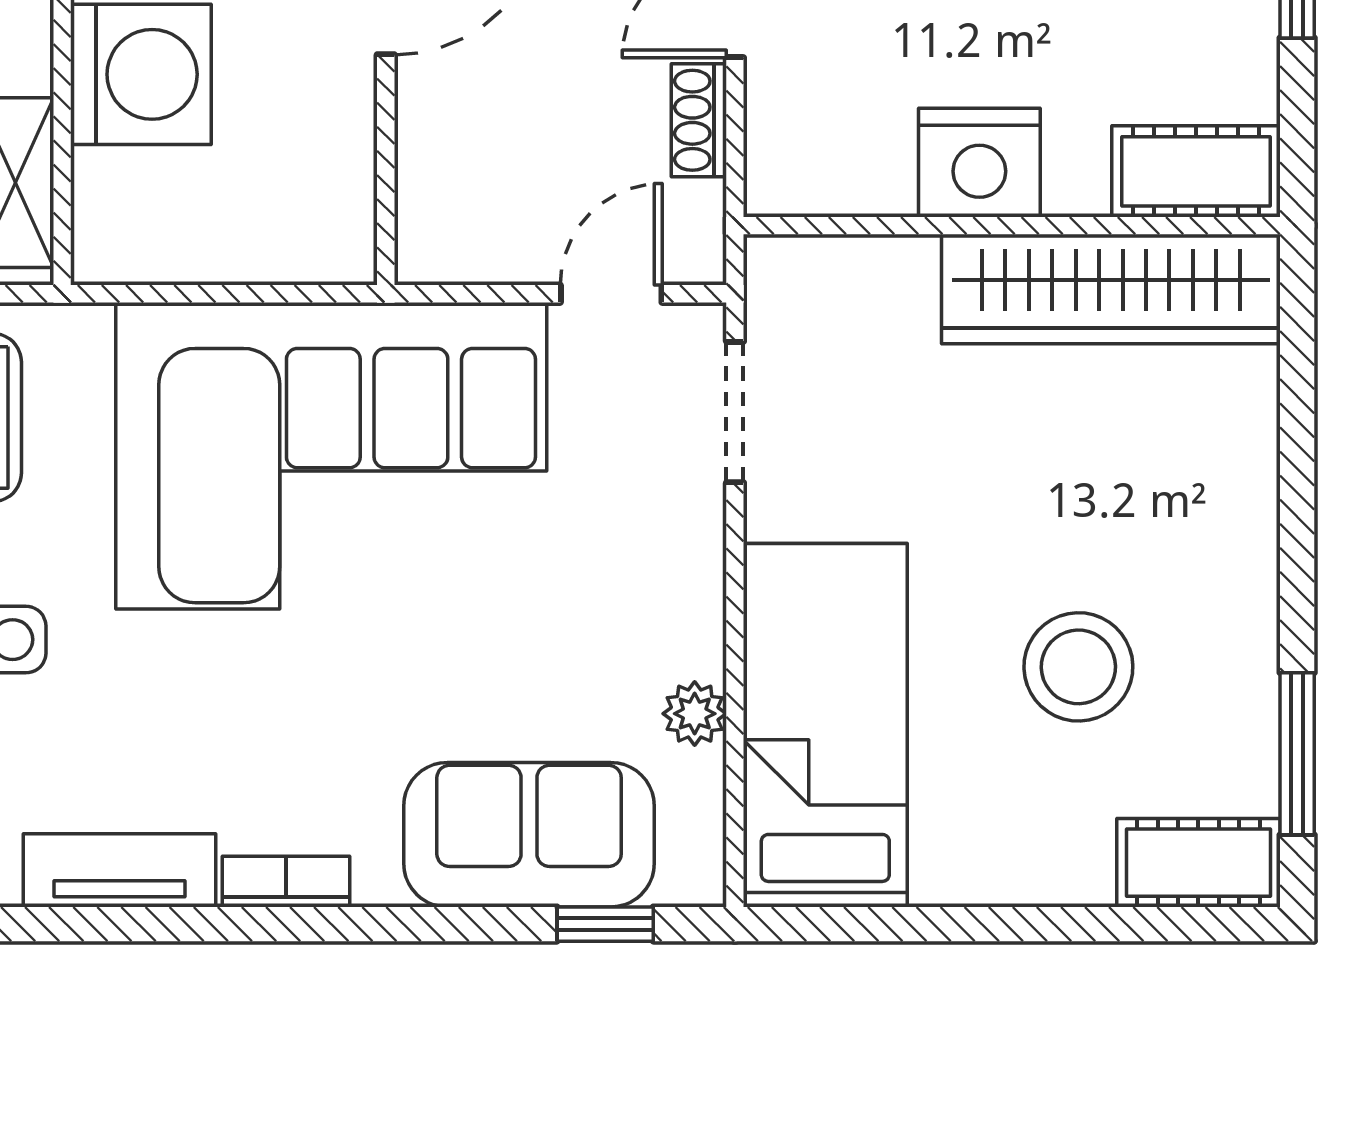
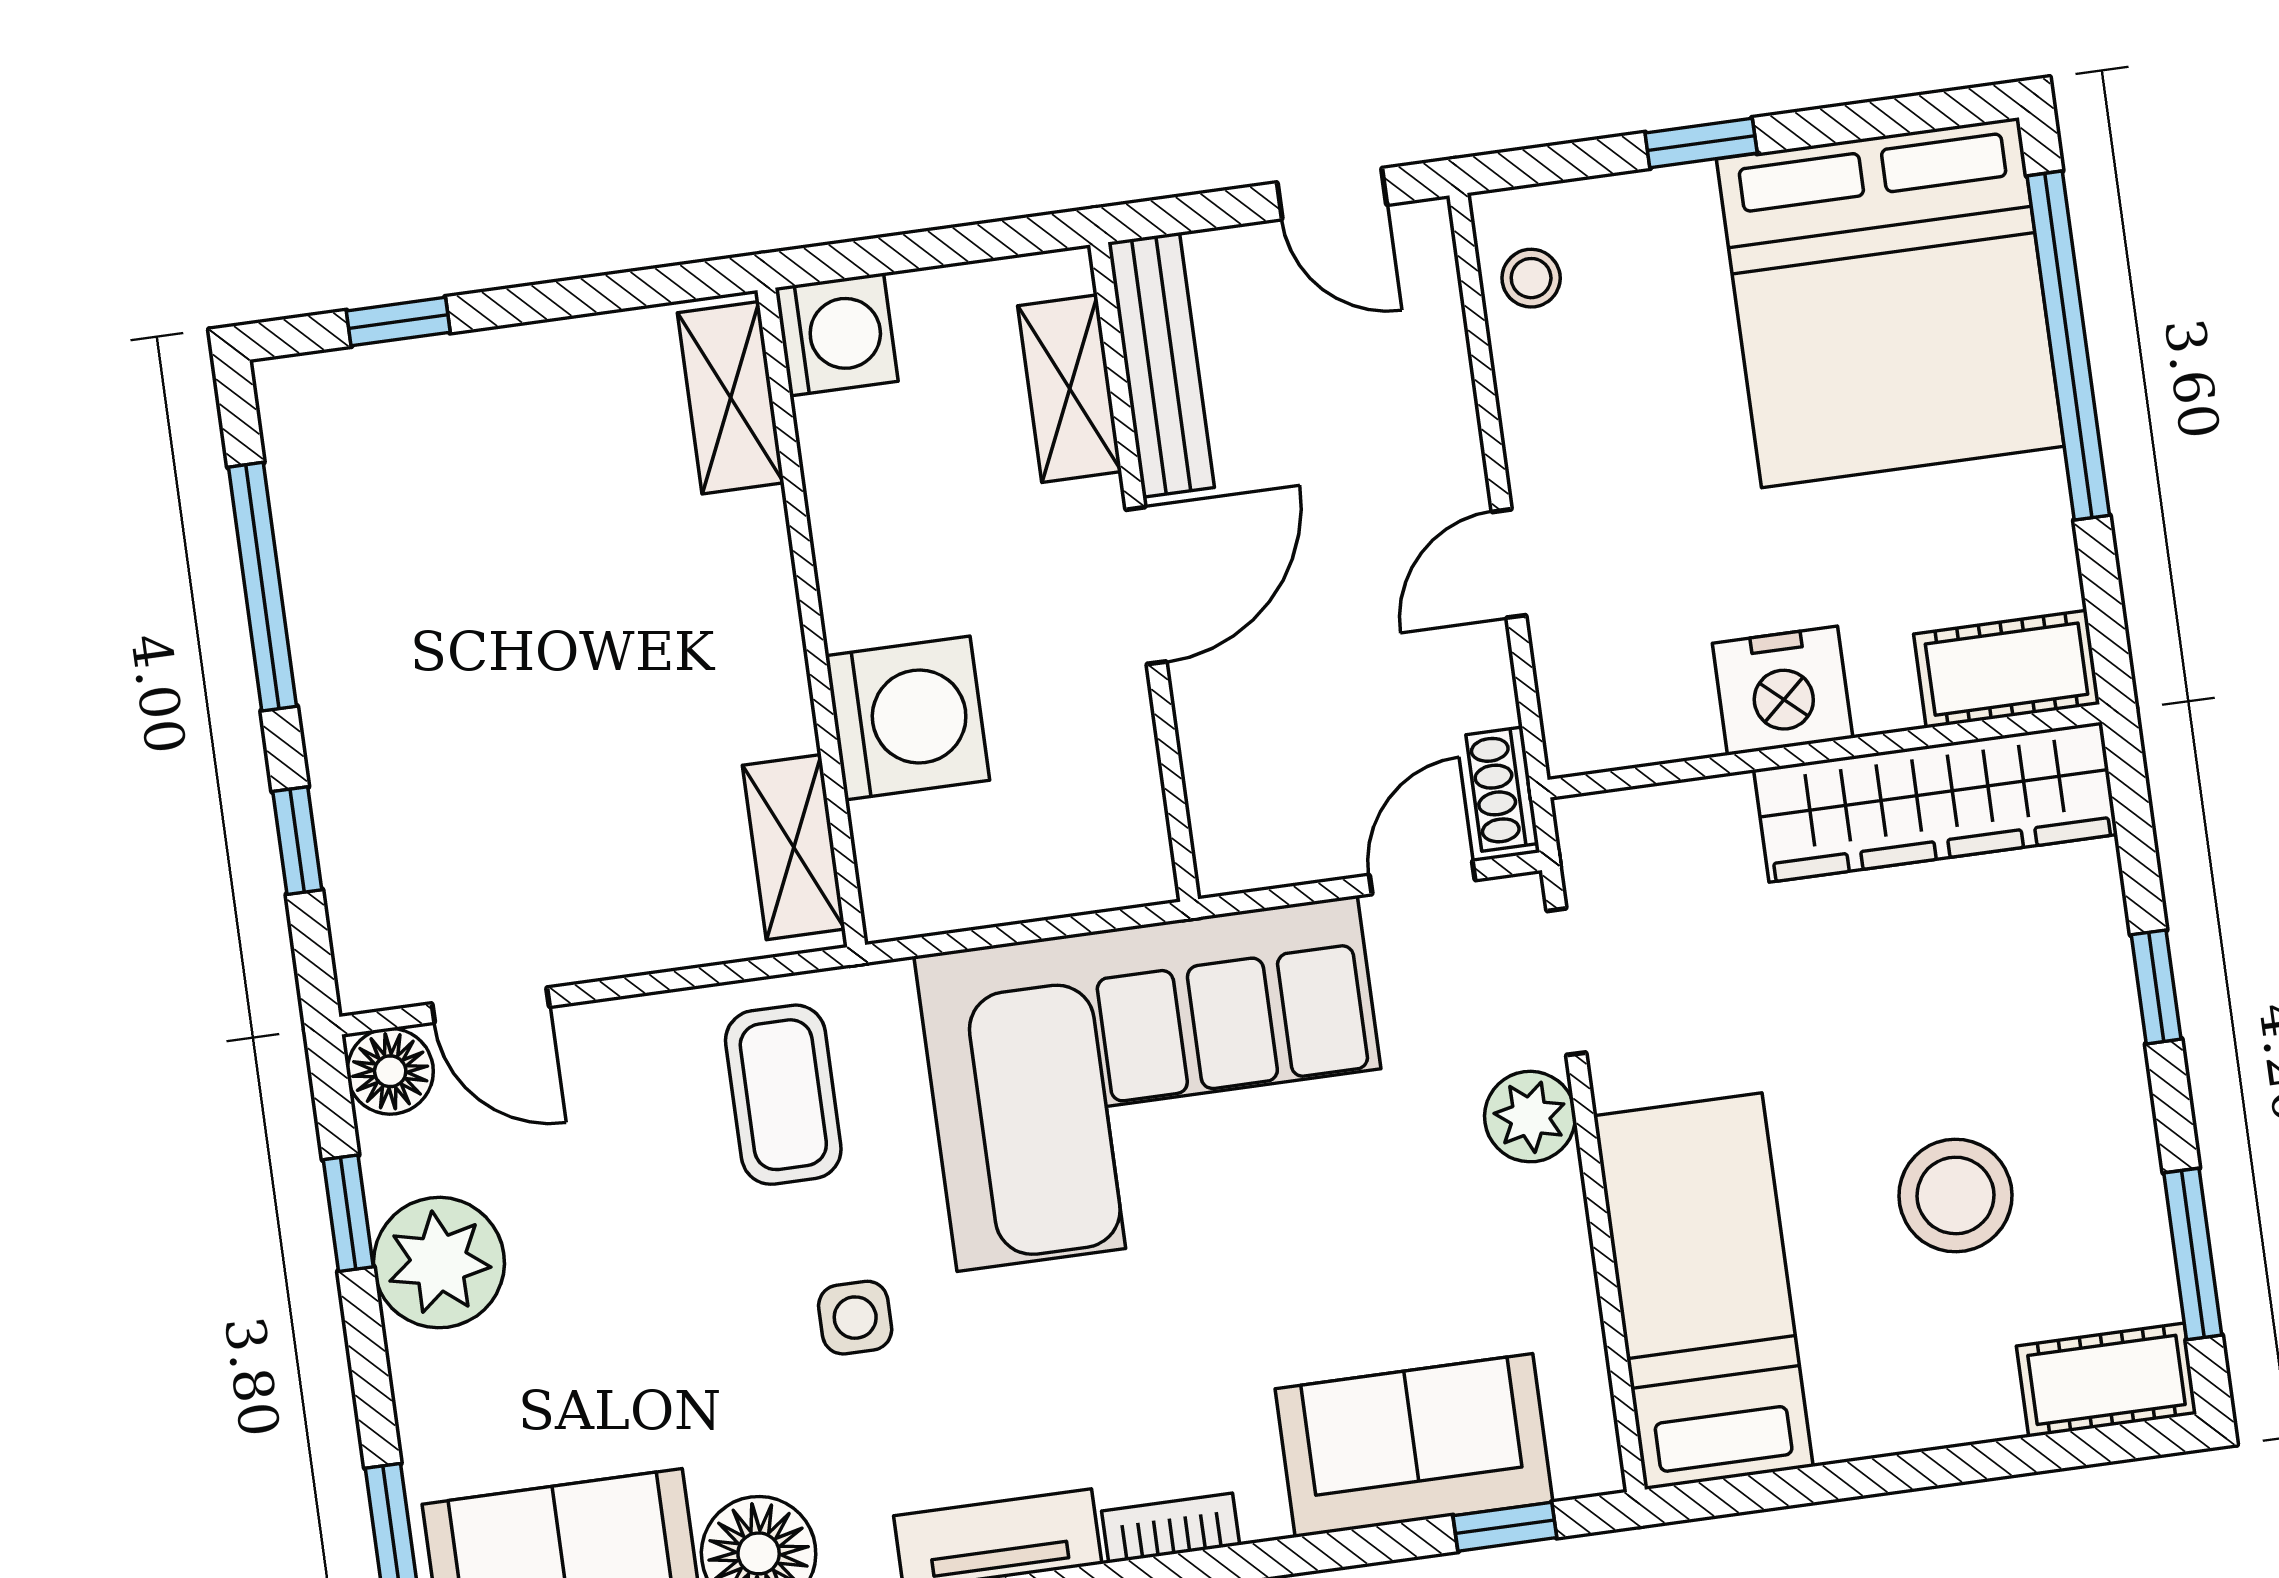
shoe rack: (699, 120) -> (1502, 789), moved
window: (1297, 494) -> (2156, 987), added
plant: (695, 714) -> (1530, 1117), moved, width x1.38, depth x1.38

